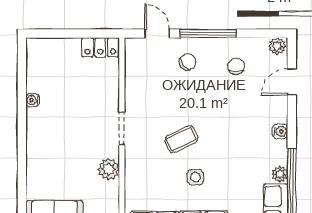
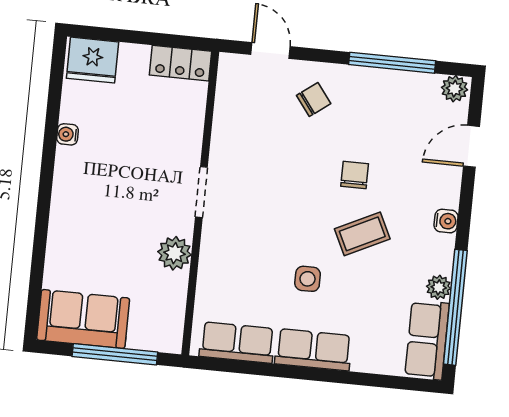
window: (208, 34) -> (392, 63), moved
fridge: (44, 51) -> (93, 60), added
chair: (236, 66) -> (355, 175), moved
coffee table: (181, 139) -> (362, 234), moved

